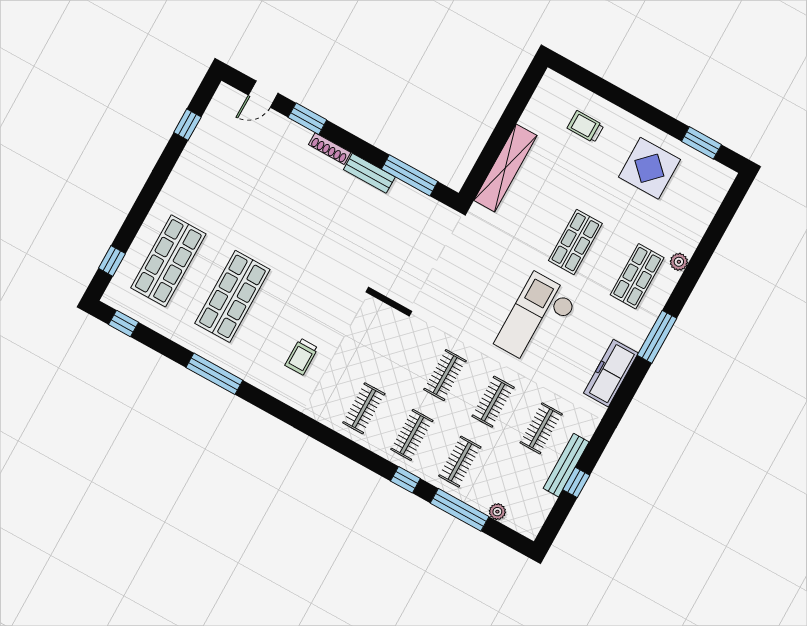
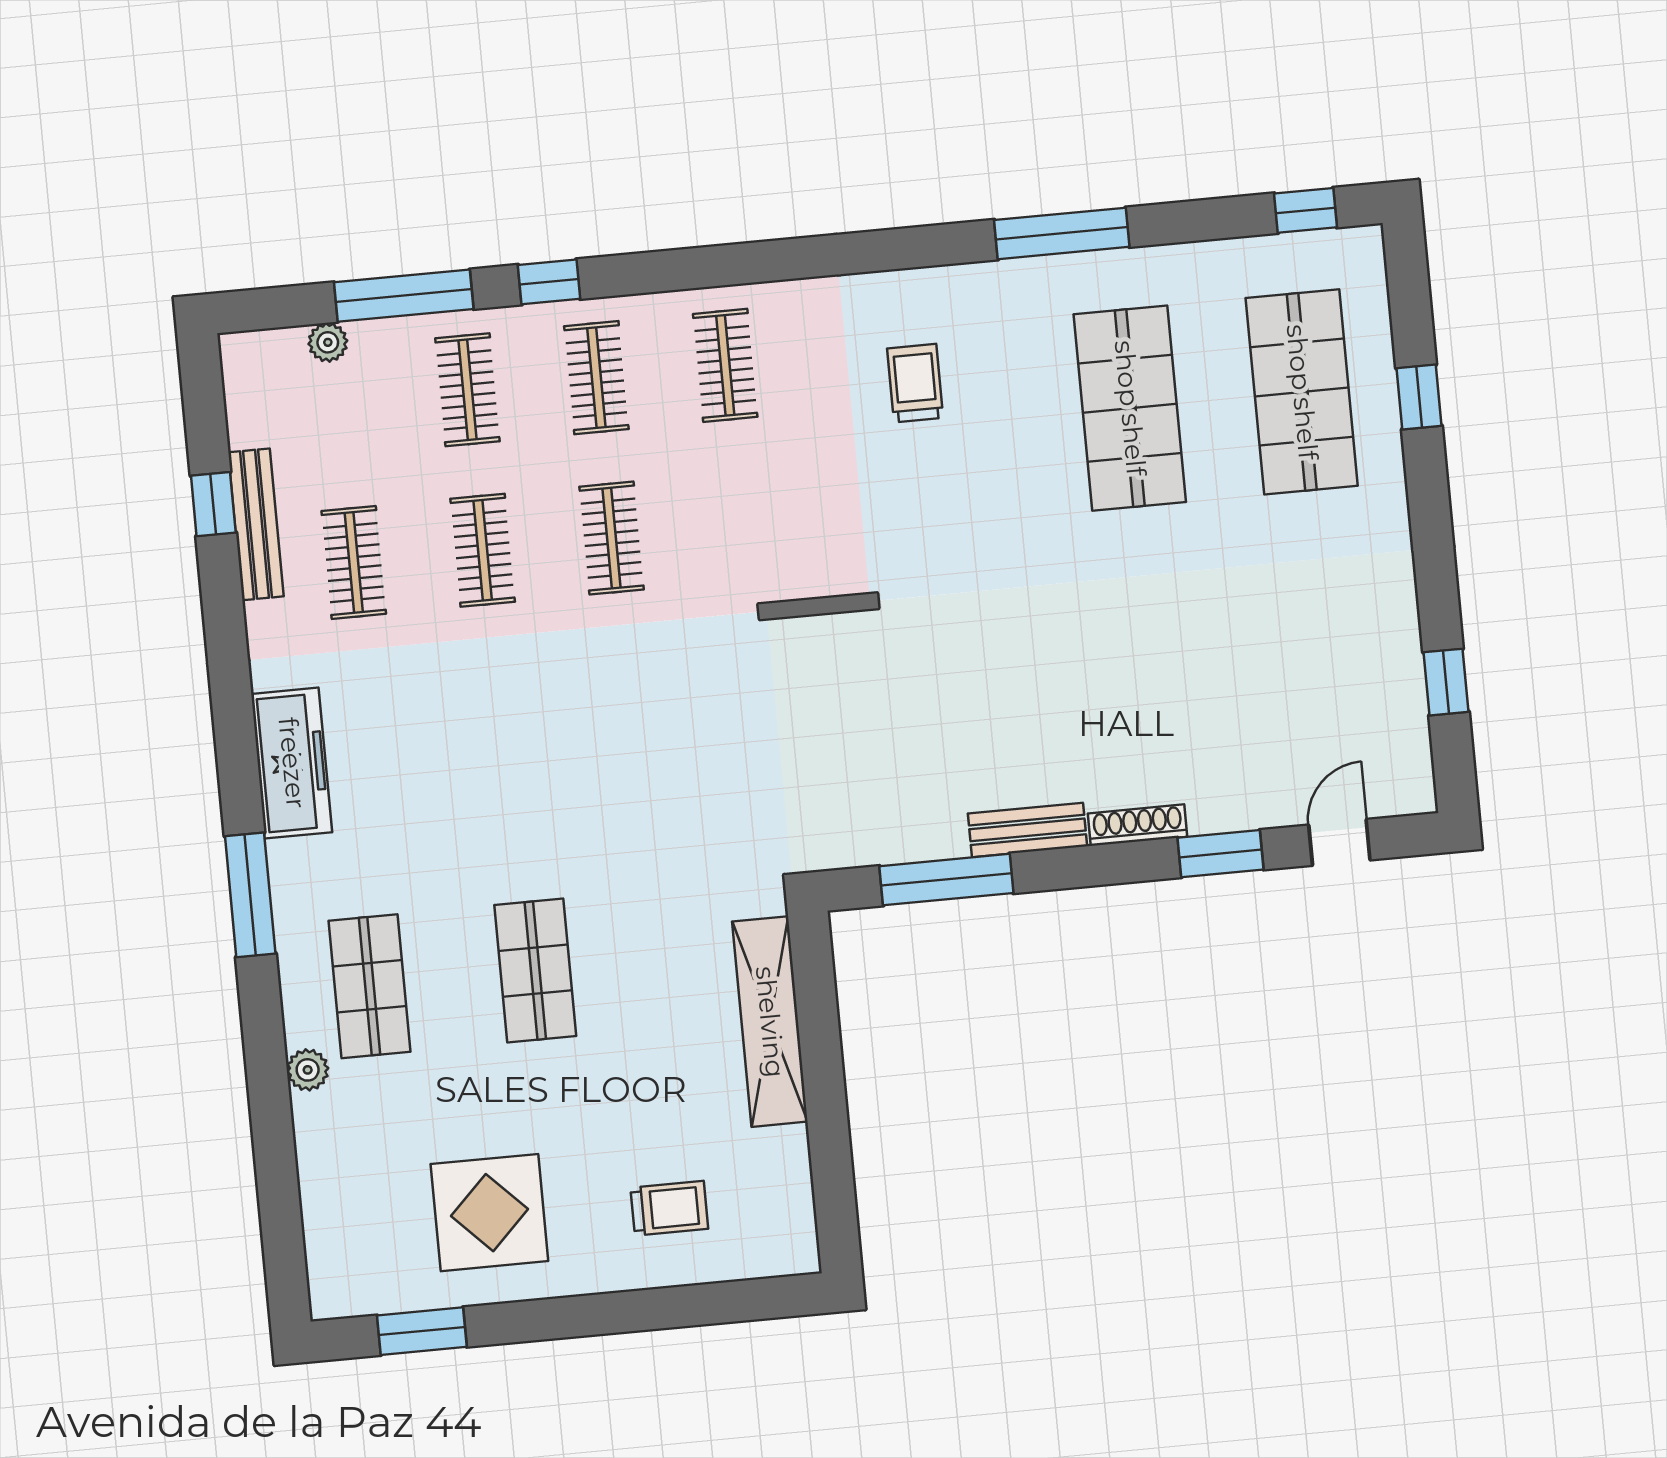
window: (112, 261) -> (1419, 397), moved
checkout: (536, 320) -> (507, 767), removed

